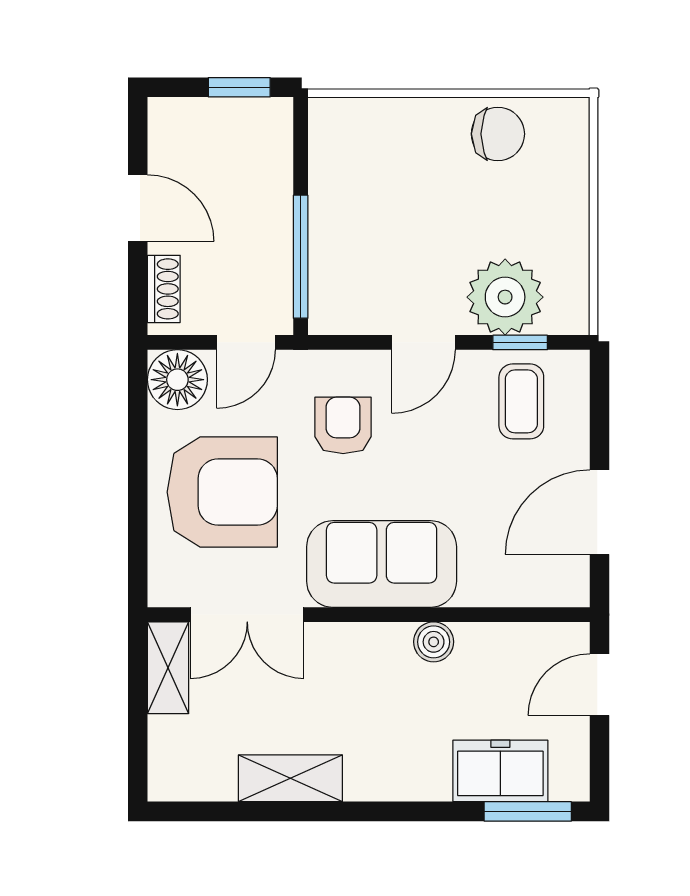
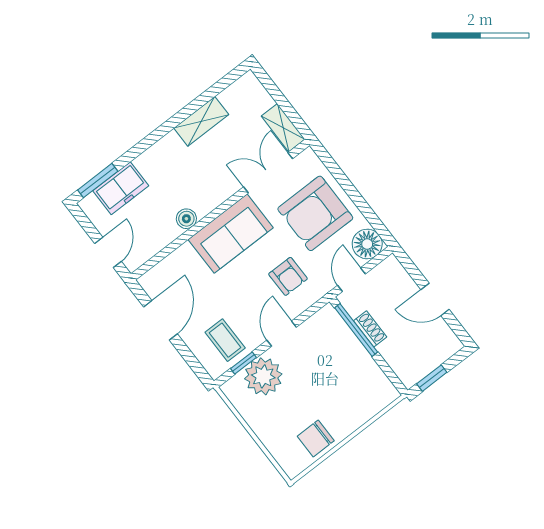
shoe rack: (164, 289) -> (370, 329), moved, turned 180

